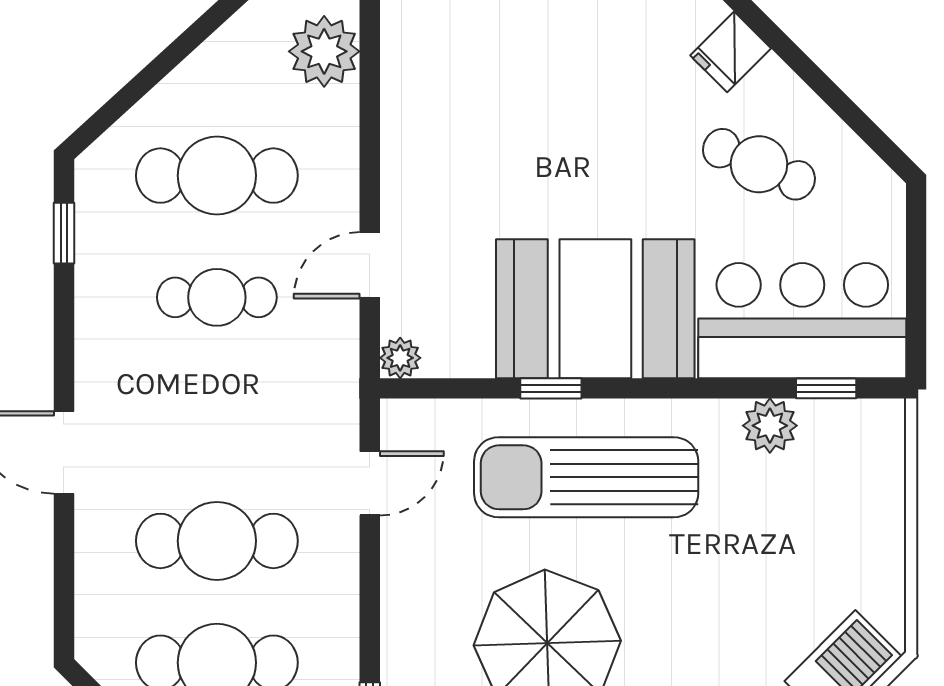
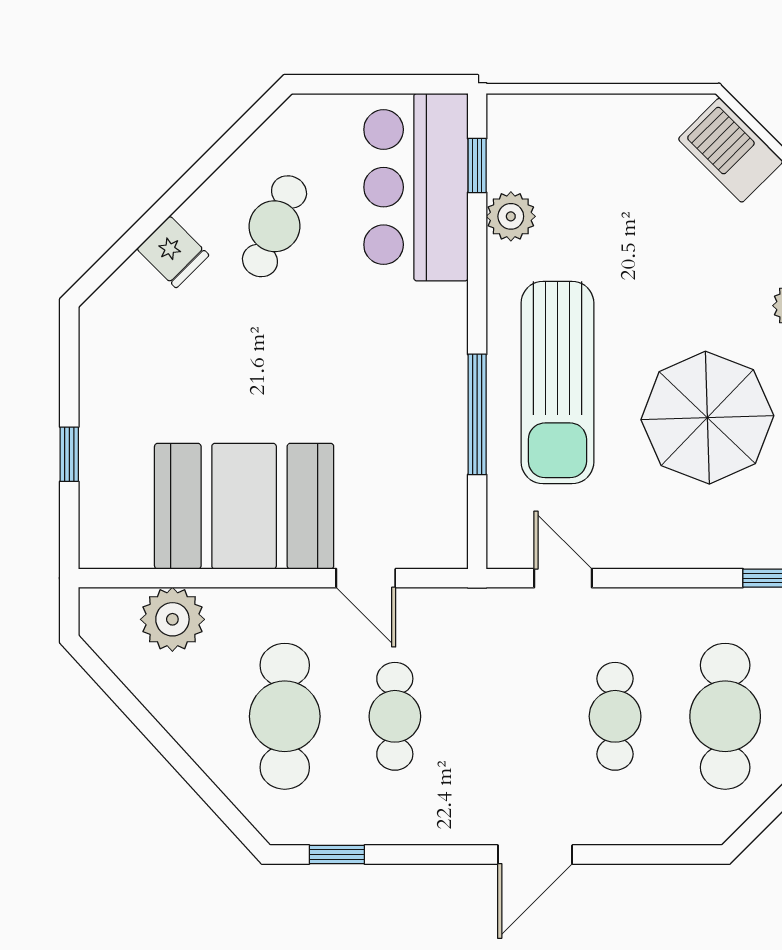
booth: (595, 309) -> (244, 506), moved, turned 90
plant: (400, 358) -> (450, 551), removed
window: (551, 388) -> (477, 414), width x2.17
cafe table: (217, 541) -> (615, 716), width x0.73, depth x0.74

